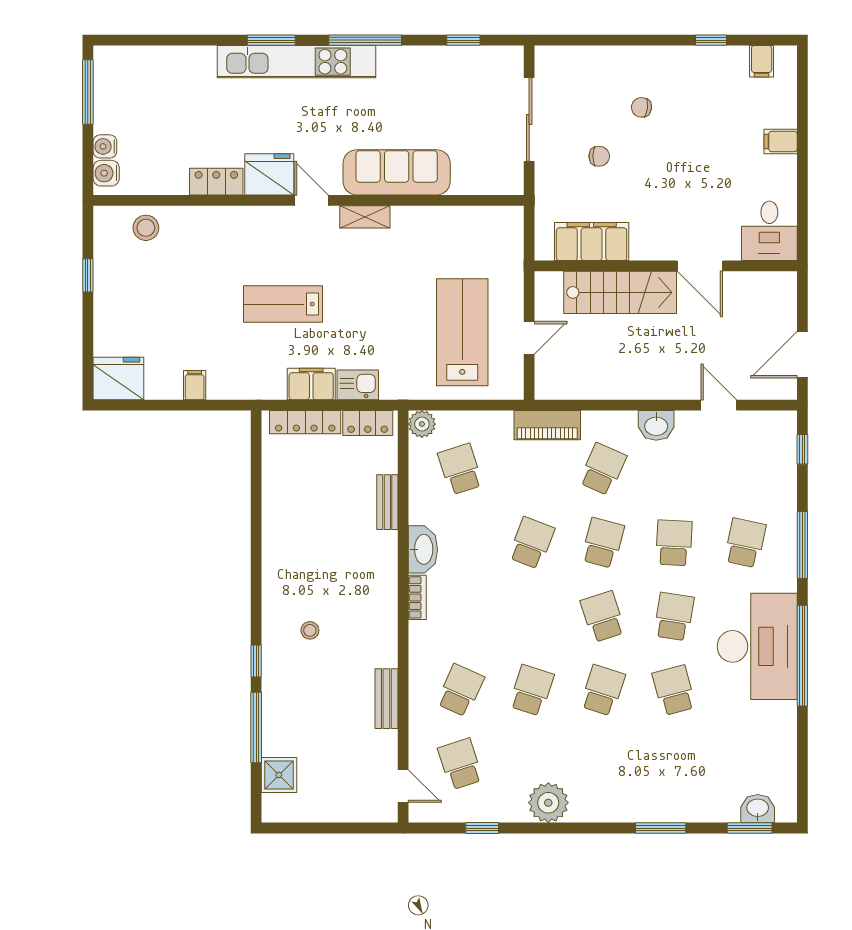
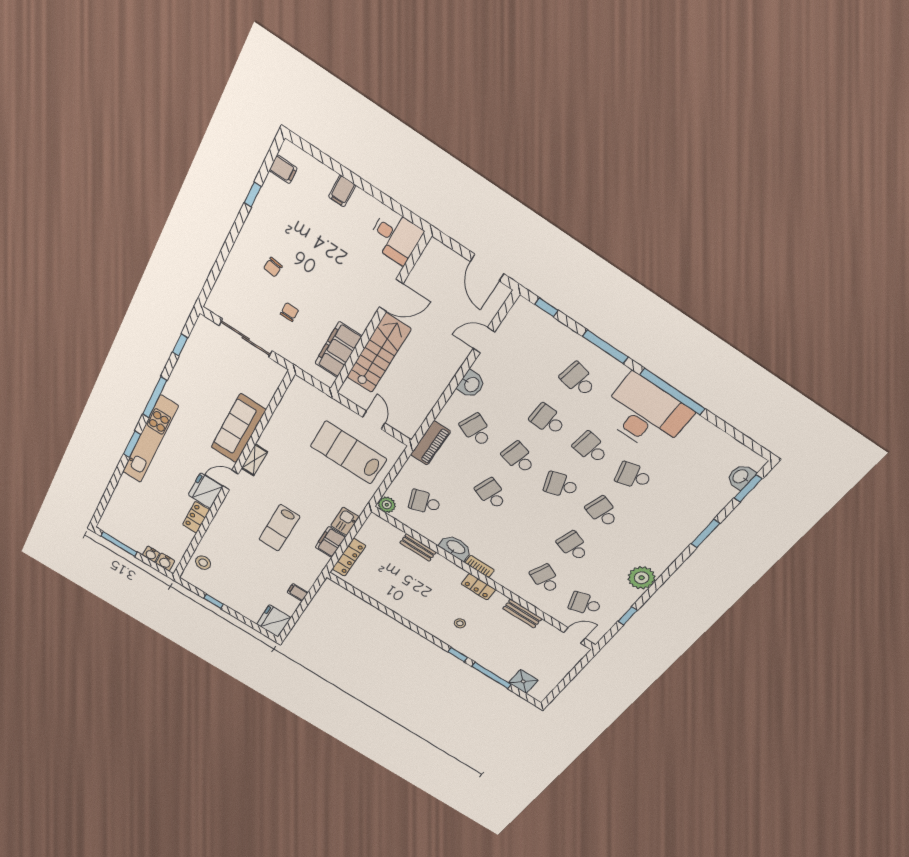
locker: (368, 423) -> (478, 587), moved, turned 90

